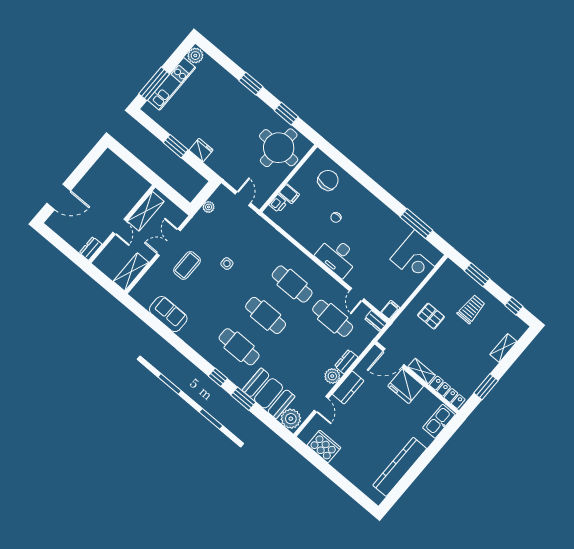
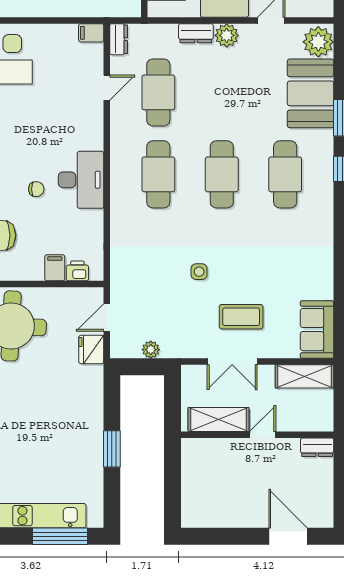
fridge: (201, 150) -> (91, 349), moved
desk: (337, 257) -> (81, 180), moved
sofa: (168, 314) -> (317, 330), moved

